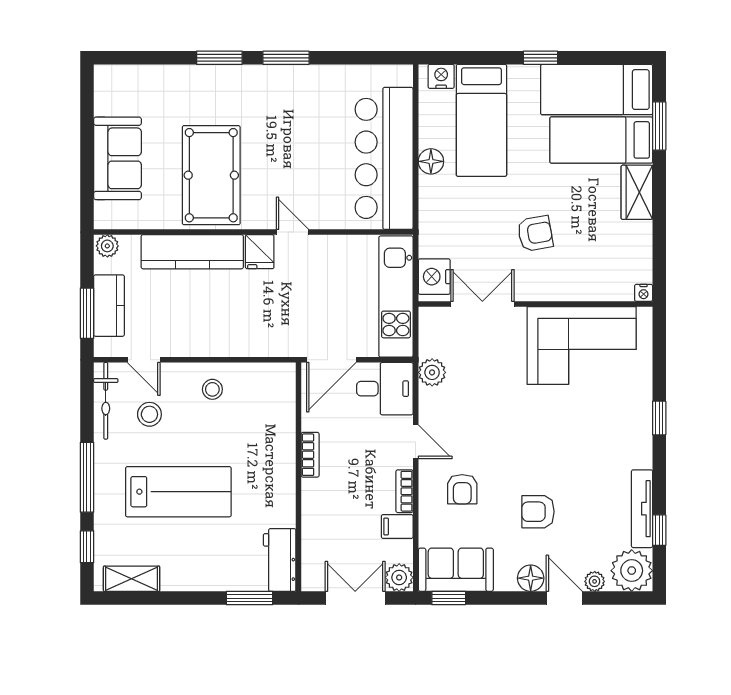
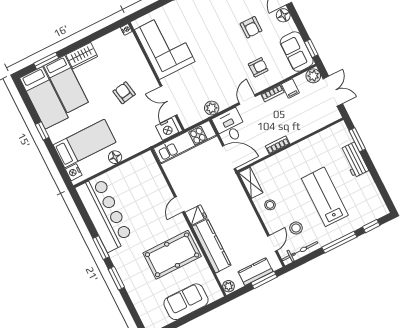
bar counter: (384, 158) -> (104, 214), moved, turned -90
workbench: (280, 560) -> (354, 160), moved, turned 90
shelving: (132, 579) -> (251, 183), moved
double door: (355, 598) -> (333, 91), swing flipped

